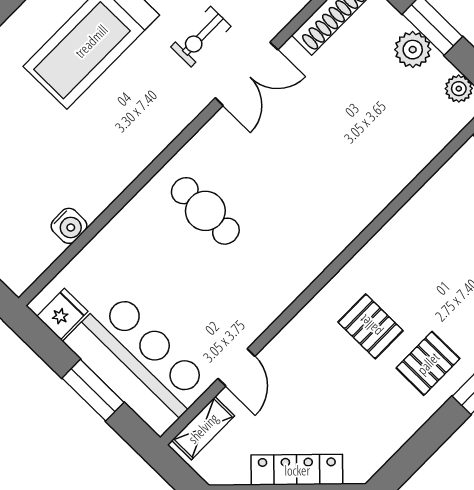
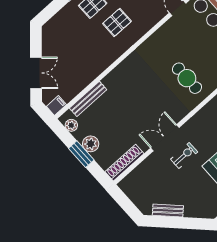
bench: (425, 150) -> (88, 99), added
pallet: (370, 326) -> (117, 22), turned 90

